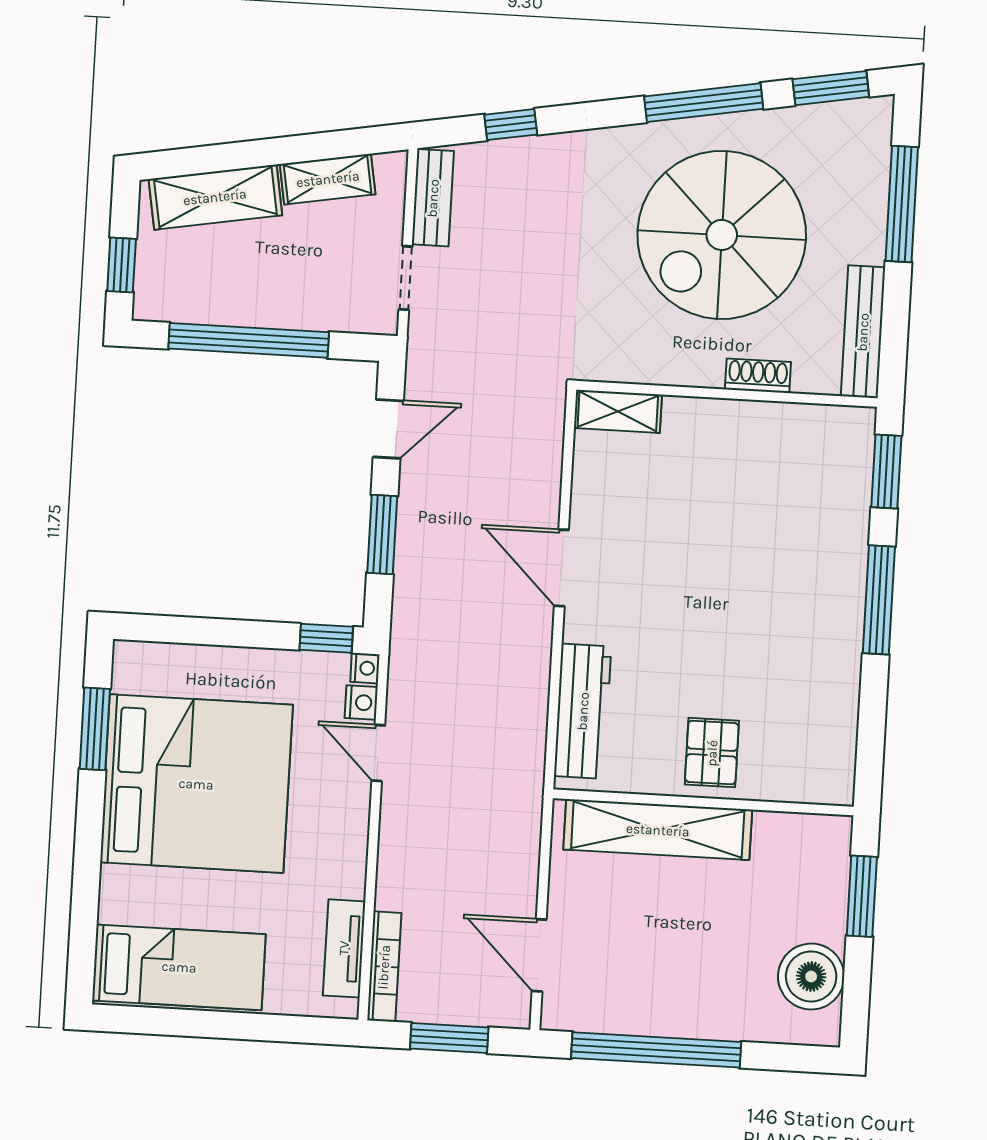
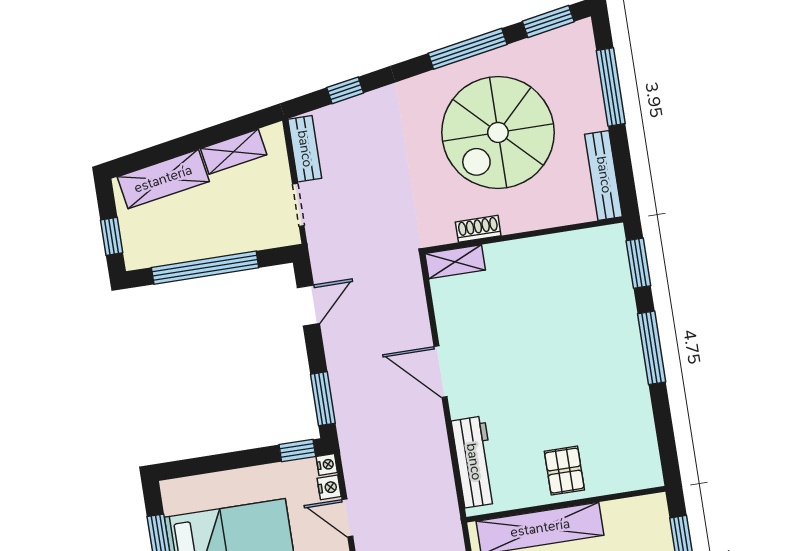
shoe rack: (758, 376) -> (478, 229), moved
window: (382, 535) -> (323, 399), moved

